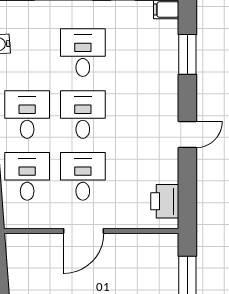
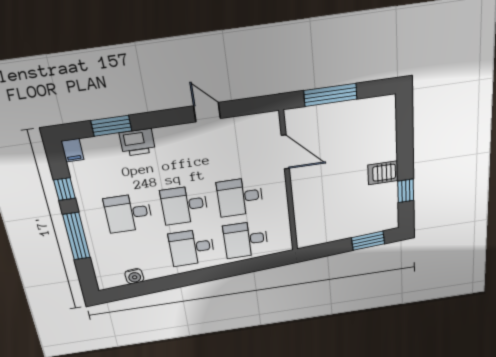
door: (187, 134) -> (207, 112), moved
printer: (165, 201) -> (137, 142), moved
door: (84, 231) -> (285, 152), moved

